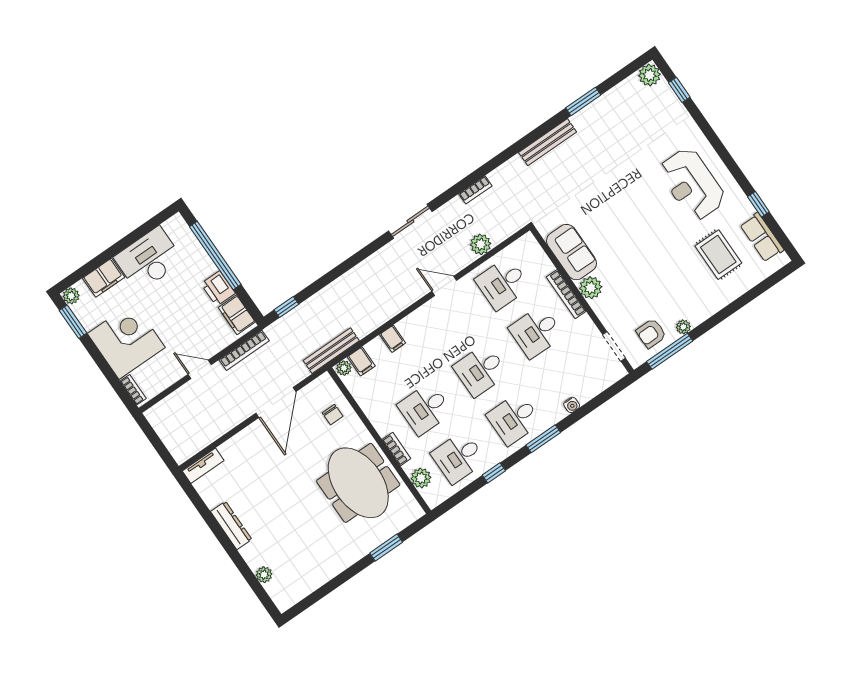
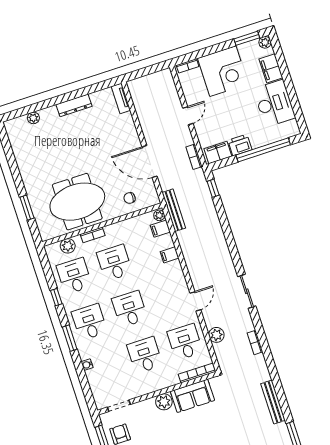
bookcase: (566, 294) -> (197, 373), moved
bookcase: (244, 350) -> (194, 157), width x0.64

